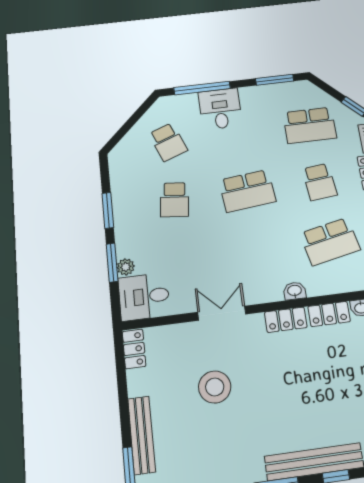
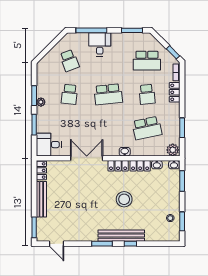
plant: (126, 267) -> (41, 102), moved
double door: (222, 313) -> (87, 158), width x1.37
stool: (215, 387) -> (124, 199), moved
bench: (142, 435) -> (41, 199), moved

